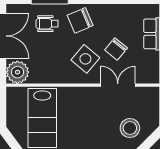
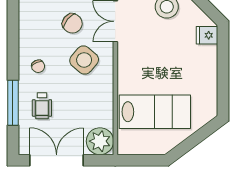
chair: (80, 20) -> (38, 66), width x0.54, depth x0.54

